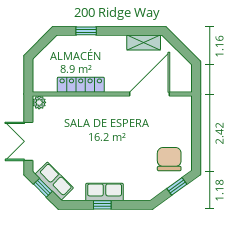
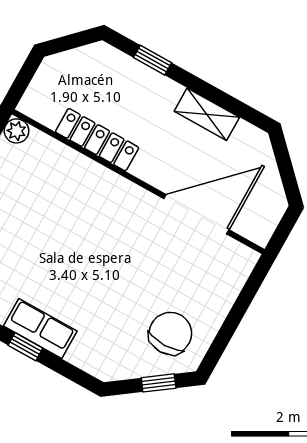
shelving: (144, 42) -> (207, 114), moved

